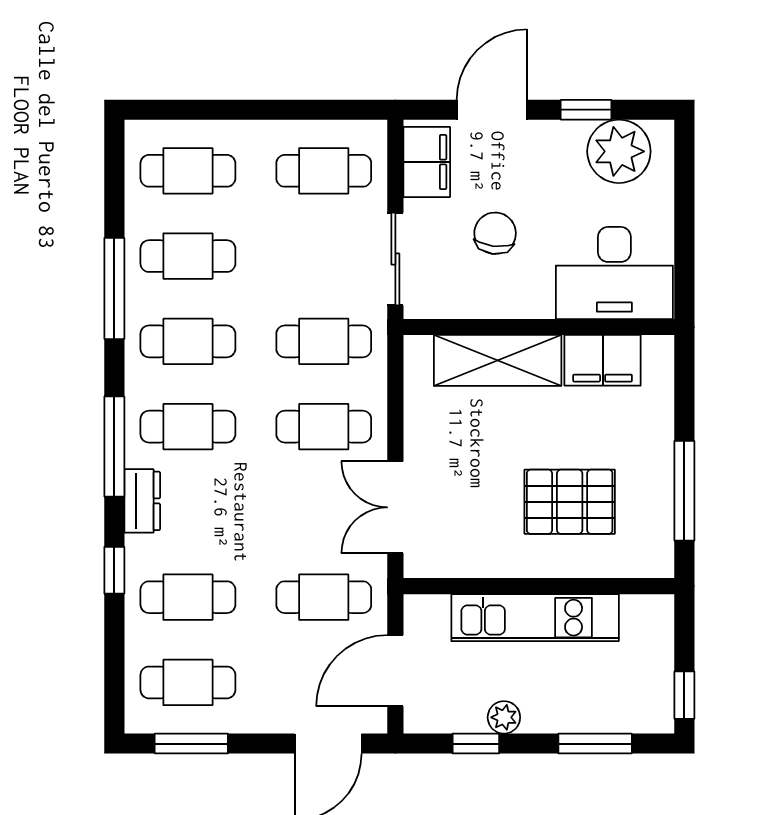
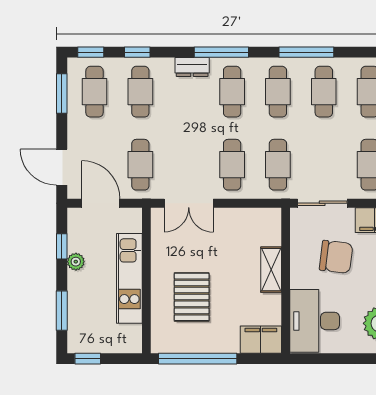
chair: (495, 233) -> (336, 257), width x1.37, depth x1.37
shelving: (498, 360) -> (271, 270), width x0.67, depth x0.75
filing cabinet: (603, 360) -> (261, 340), moved, turned 90
window: (684, 491) -> (198, 359), width x1.46
double door: (395, 507) -> (189, 203), swing flipped
window: (114, 570) -> (137, 52), moved
window: (114, 689) -> (91, 52), added

